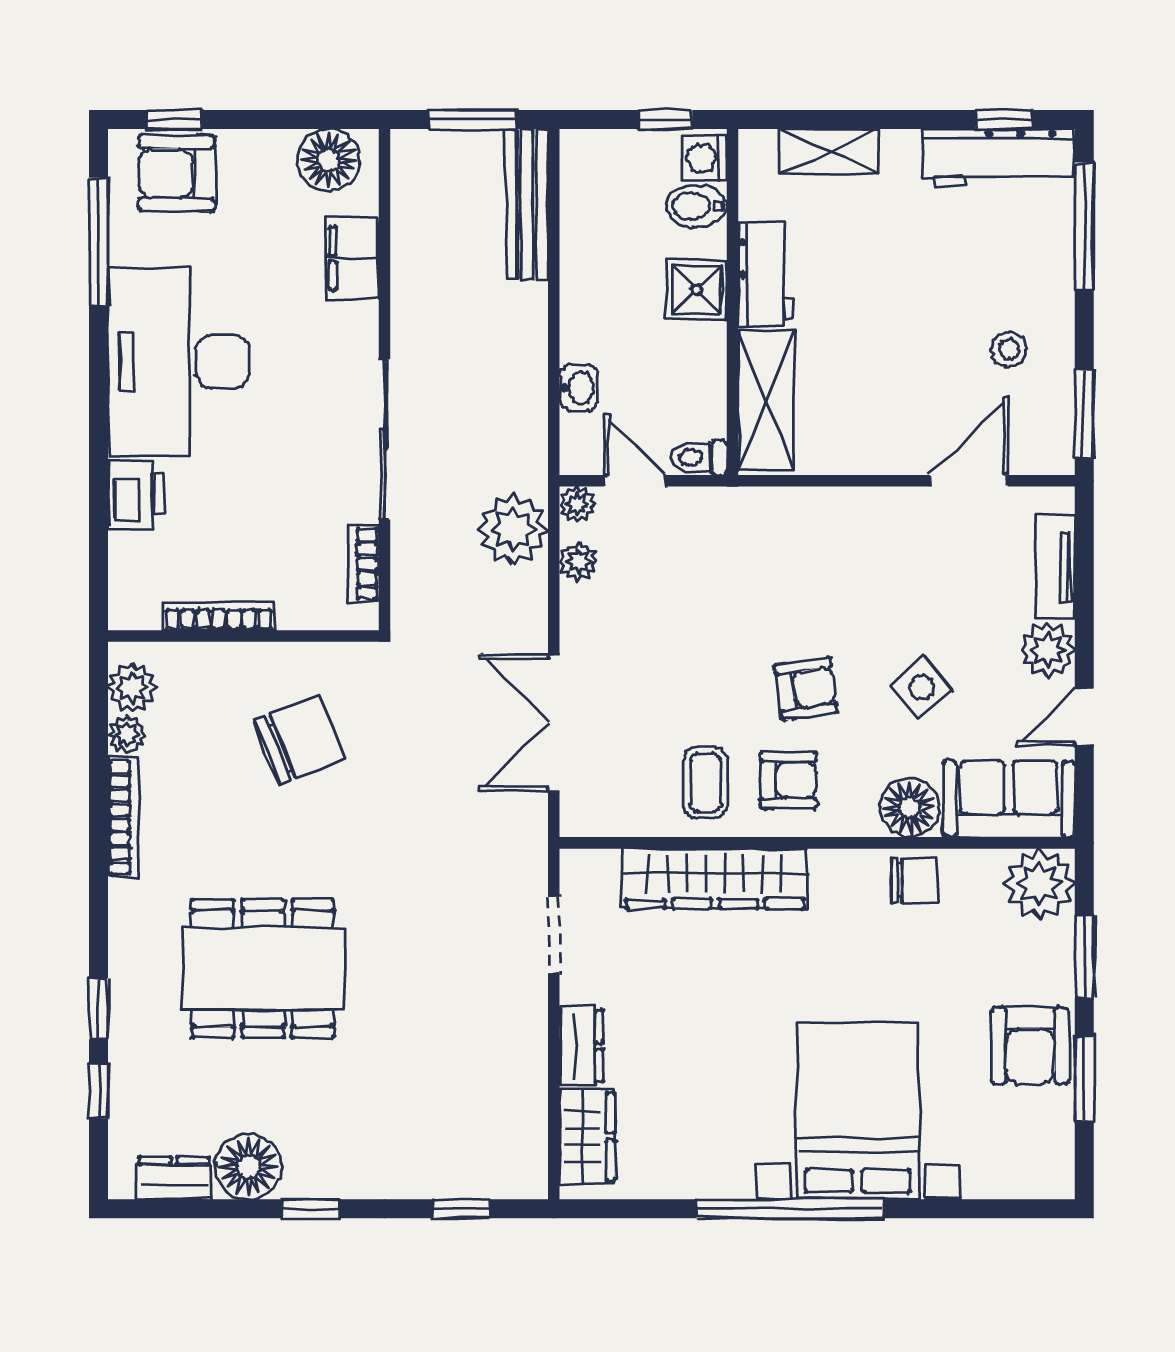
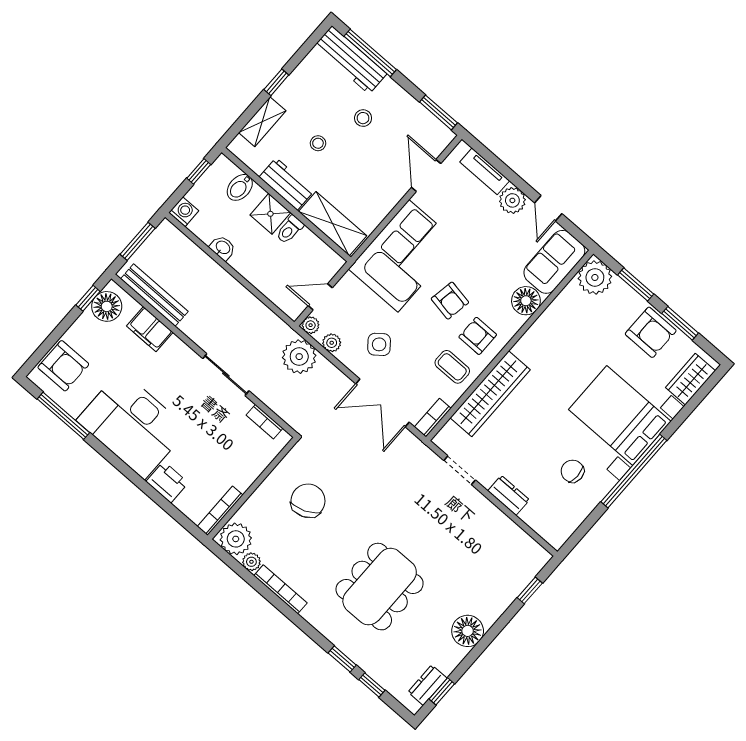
window: (175, 120) -> (88, 298), moved
window: (1004, 120) -> (276, 82), moved
washing machine: (705, 158) -> (184, 212), moved, turned 180
workbench: (998, 158) -> (350, 60), moved, turned 90
armchair: (177, 173) -> (63, 366), turned -90
bench: (527, 204) -> (154, 295), moved
stool: (872, 268) -> (318, 143), added
stool: (1009, 349) -> (363, 118), moved
washbasin: (578, 388) -> (223, 248), moved
sliding door: (385, 439) -> (226, 375), width x0.73
toilet: (698, 458) -> (290, 230), moved
corner sofa: (812, 555) -> (403, 256), added
bookcase: (219, 616) -> (220, 511), moved
plant: (132, 688) -> (236, 539), width x1.36, depth x1.36
side table: (922, 688) -> (379, 344), moved
armchair: (806, 689) -> (450, 301), turned 108
armchair: (789, 780) -> (478, 336), turned -90
bookcase: (599, 821) -> (433, 418), added
chair: (914, 880) -> (572, 471), moved, turned -90
wardrobe: (587, 1136) -> (690, 379), moved, turned -90
floor lamp: (248, 1167) -> (468, 631), moved
window: (311, 1209) -> (442, 691), moved

